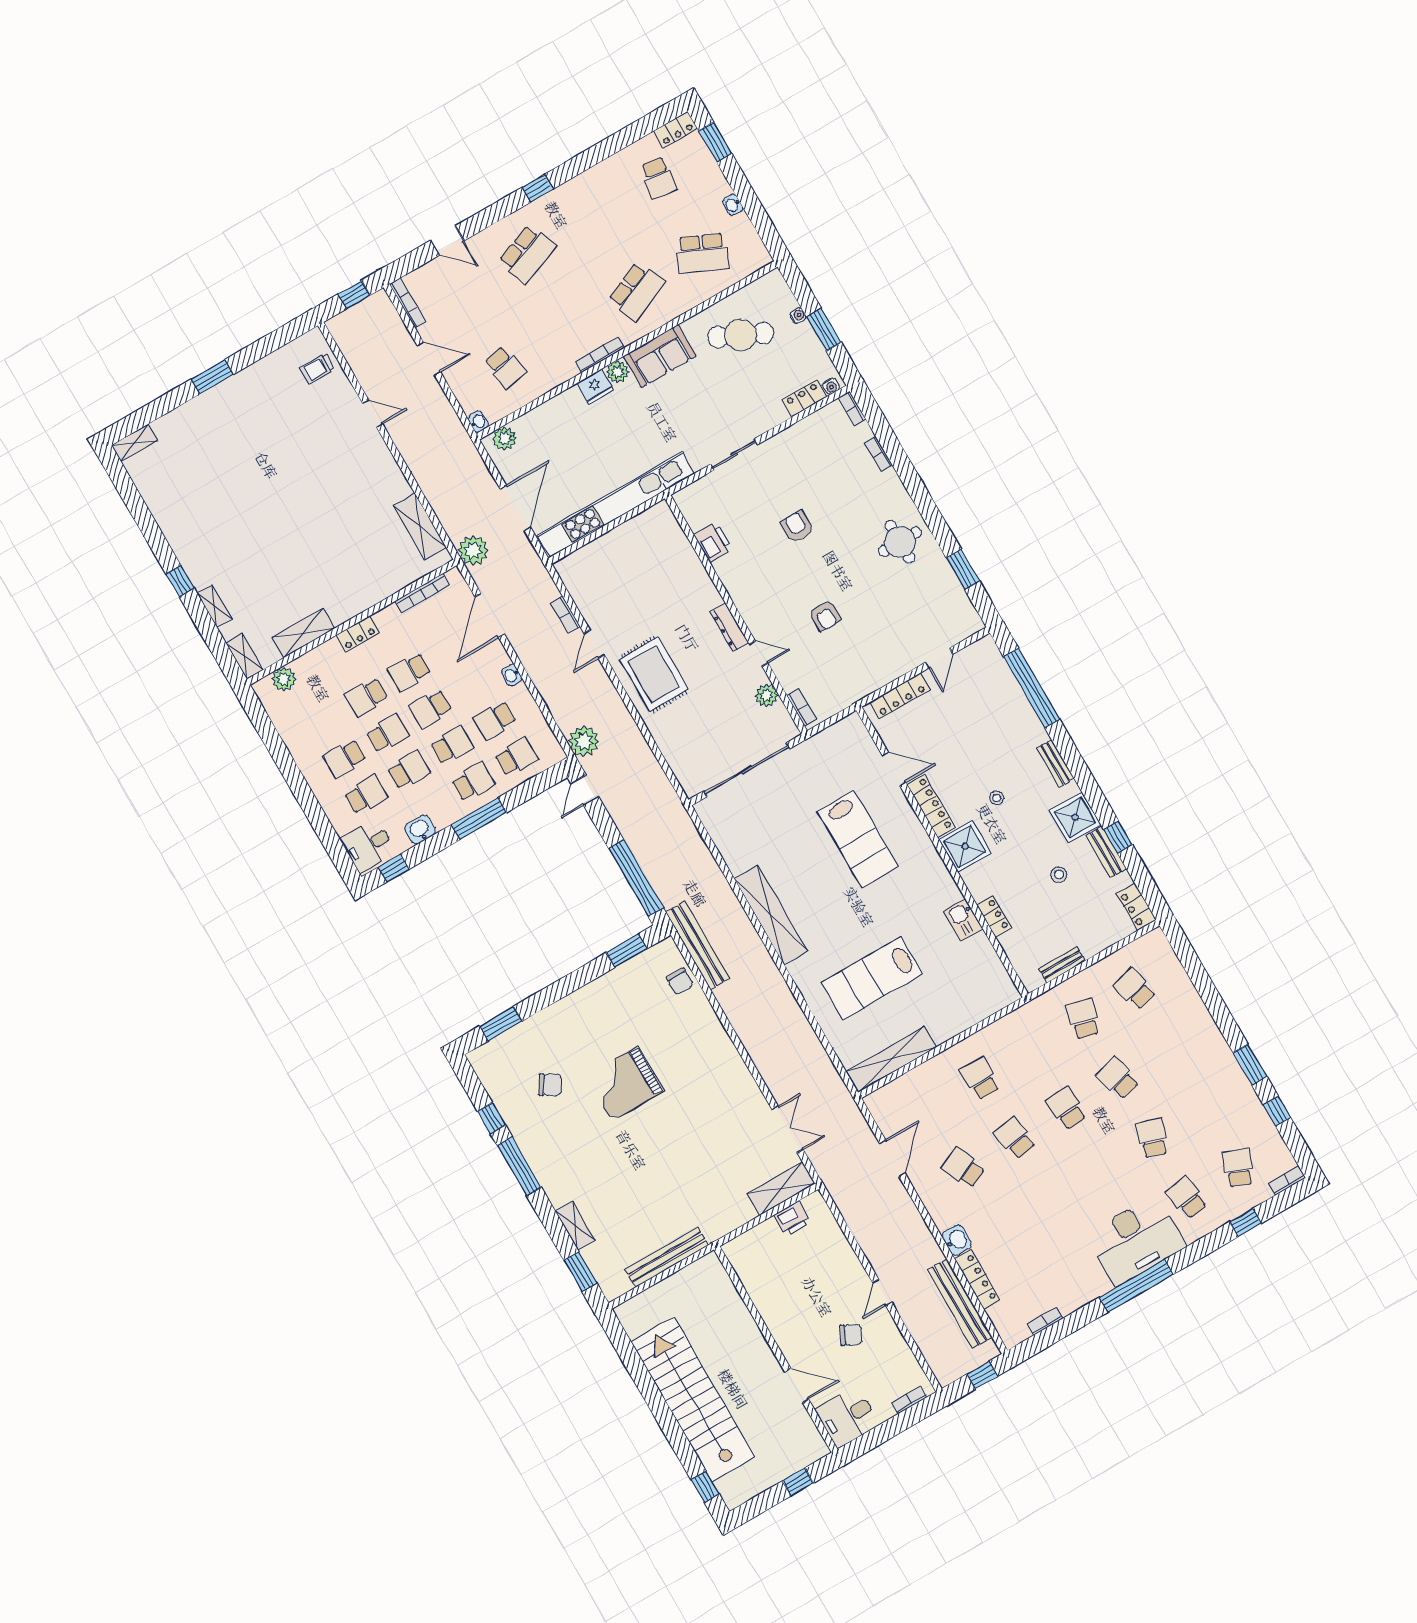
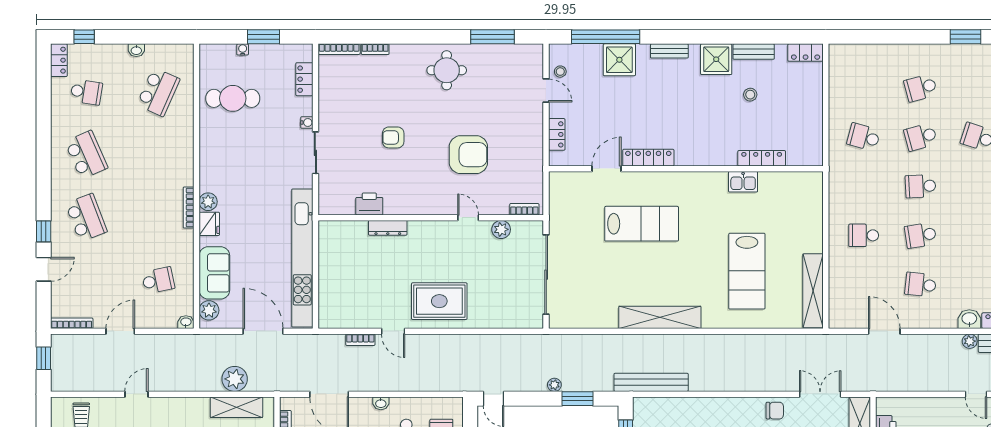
window: (715, 142) -> (84, 37), width x0.67
window: (538, 188) -> (44, 231), moved
school desk: (637, 291) -> (86, 155), moved
cafe table: (741, 335) -> (233, 98), turned 65
sofa: (660, 356) -> (214, 273), moved
water cooler: (831, 386) -> (307, 123), moved
bookcase: (852, 408) -> (339, 49), width x1.56
plant: (473, 550) -> (235, 379), moved
window: (963, 569) -> (492, 37), width x1.44
armchair: (825, 616) -> (468, 155), width x1.88, depth x1.88
dresser: (729, 627) -> (388, 228), moved
door: (759, 654) -> (468, 218), hinge flipped
locker: (900, 696) -> (557, 134), width x0.66
plant: (584, 741) -> (554, 385), moved, width x0.53, depth x0.53
stool: (997, 798) -> (560, 72), moved
window: (1118, 837) -> (748, 37), removed
shower: (965, 846) -> (619, 60), moved
window: (636, 878) -> (577, 399), width x0.47
locker: (994, 916) -> (762, 158), width x1.53
bench: (1062, 965) -> (816, 130), removed
chair: (680, 981) -> (775, 411), moved
school desk: (1135, 989) -> (921, 88), moved
school desk: (963, 1168) -> (921, 285), turned 30
plant: (934, 1254) -> (970, 341), added

